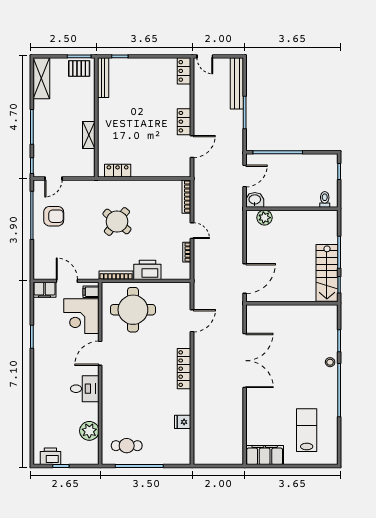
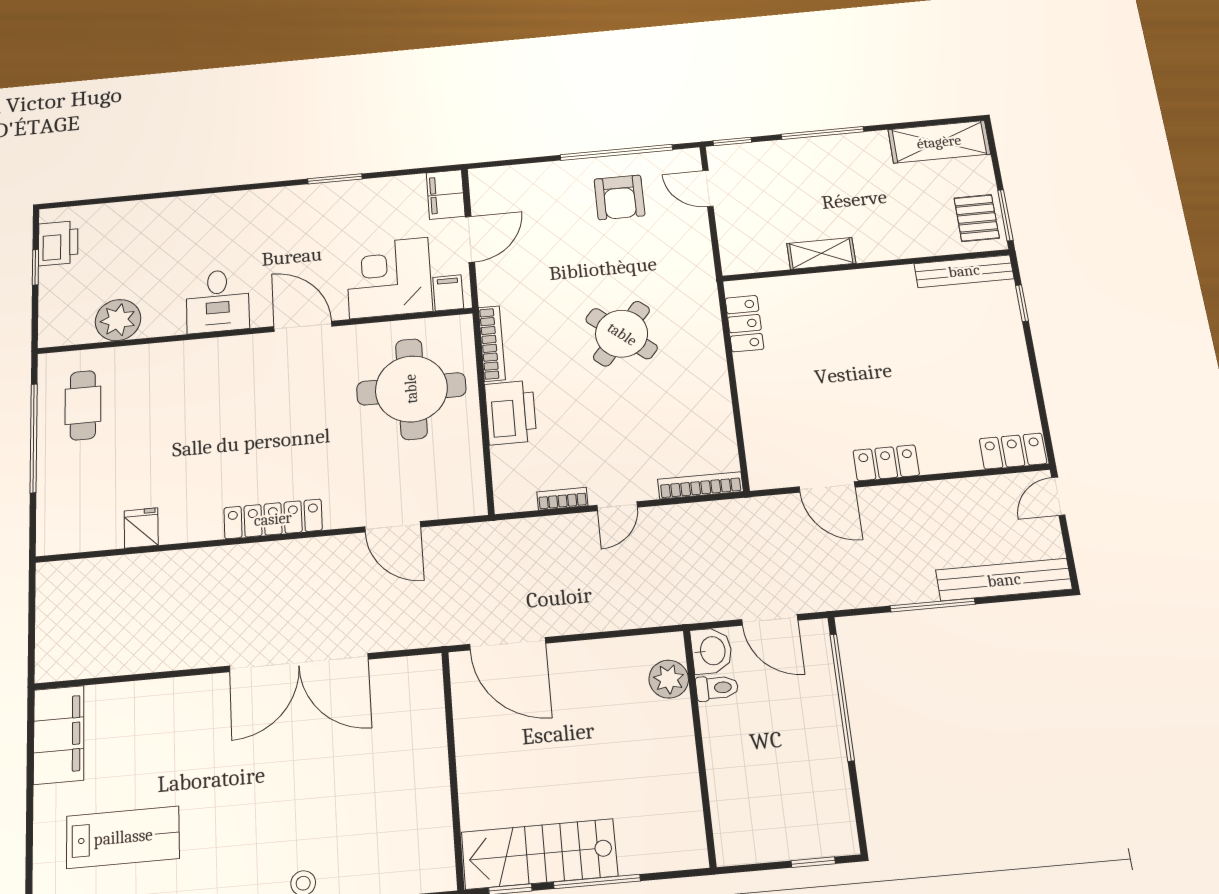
toilet: (325, 199) -> (717, 688), moved

